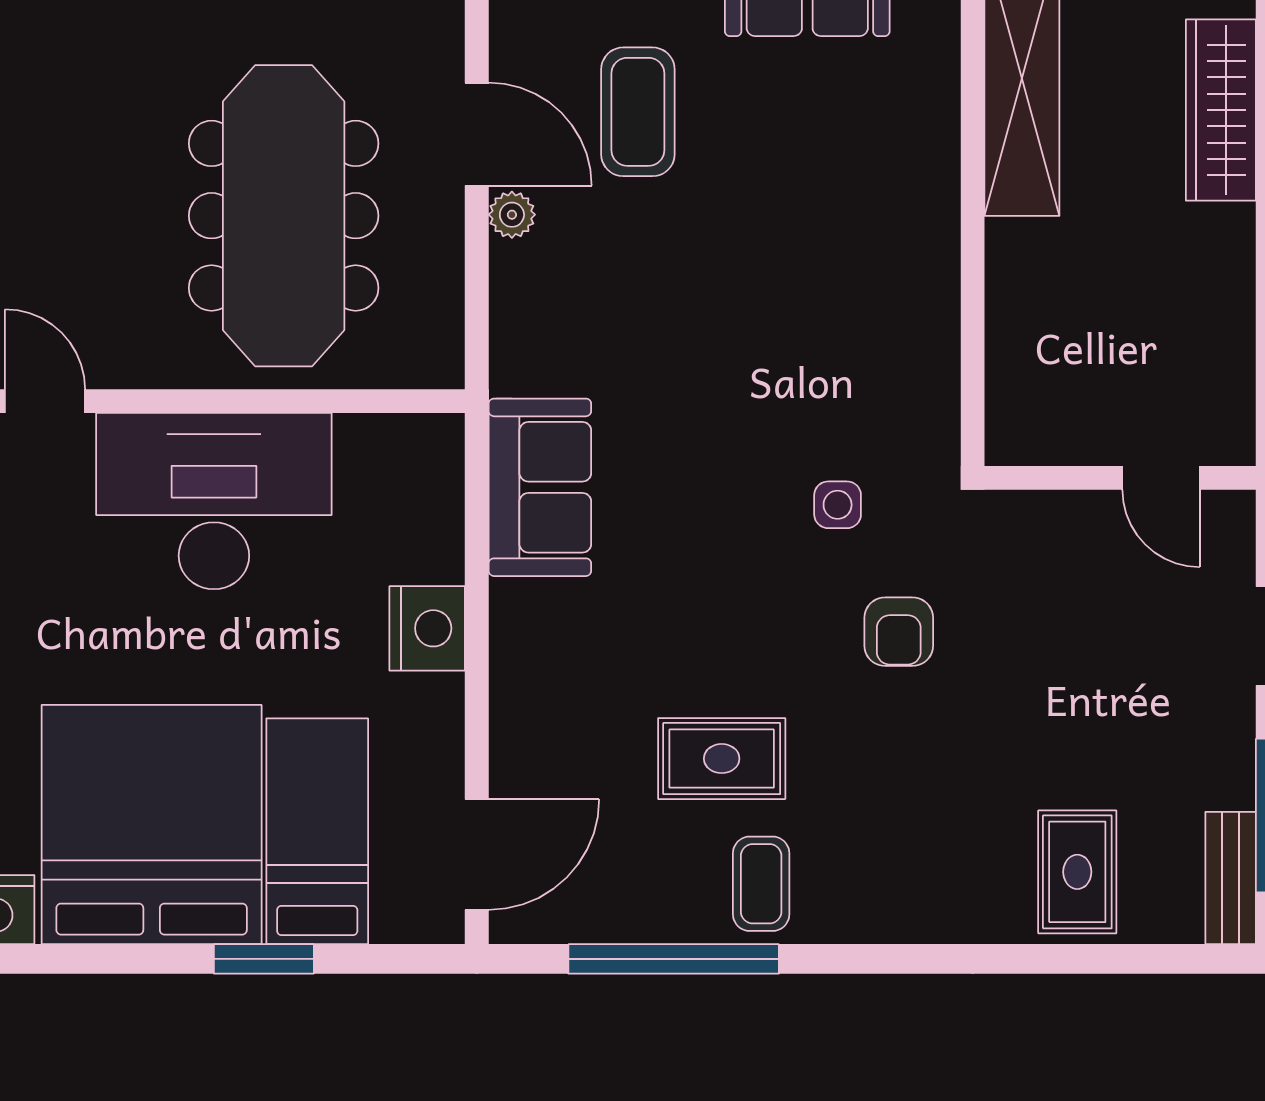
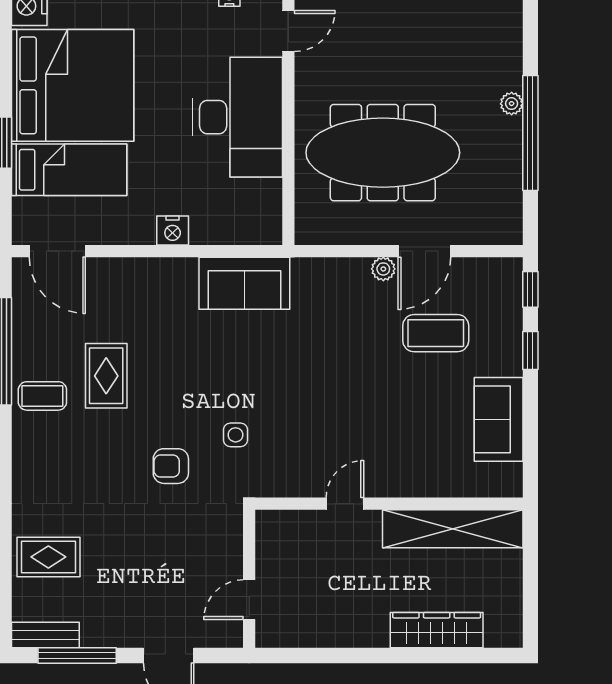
door: (973, 290) -> (345, 504), added
nightstand: (427, 628) -> (173, 231), width x0.74, depth x0.75

